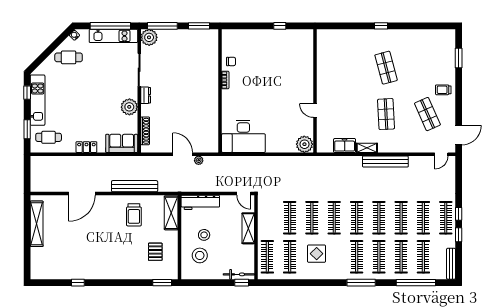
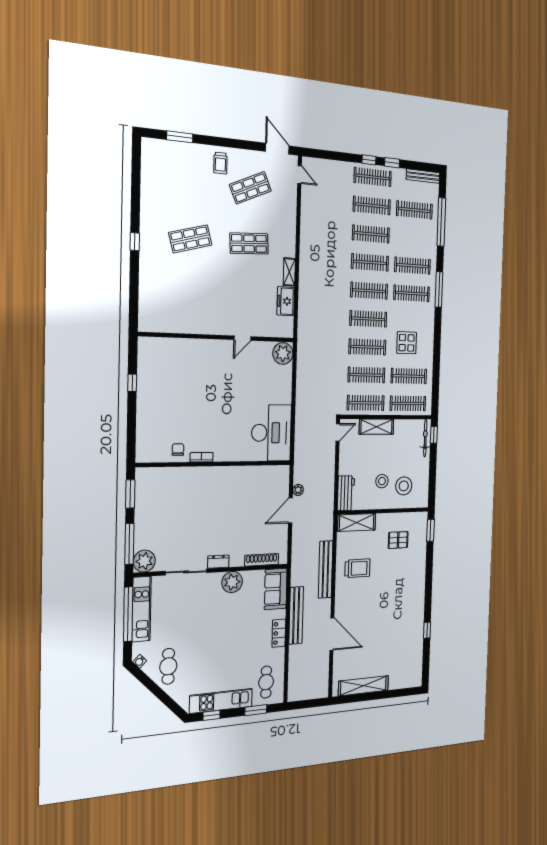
bench: (385, 162) -> (296, 615), moved
workbench: (200, 202) -> (346, 493), width x0.73
clothes rail: (401, 257) -> (366, 403), moved

